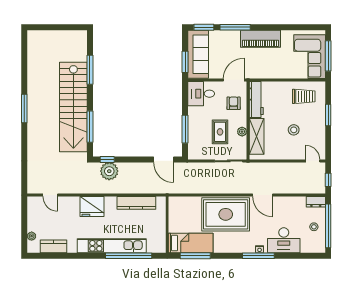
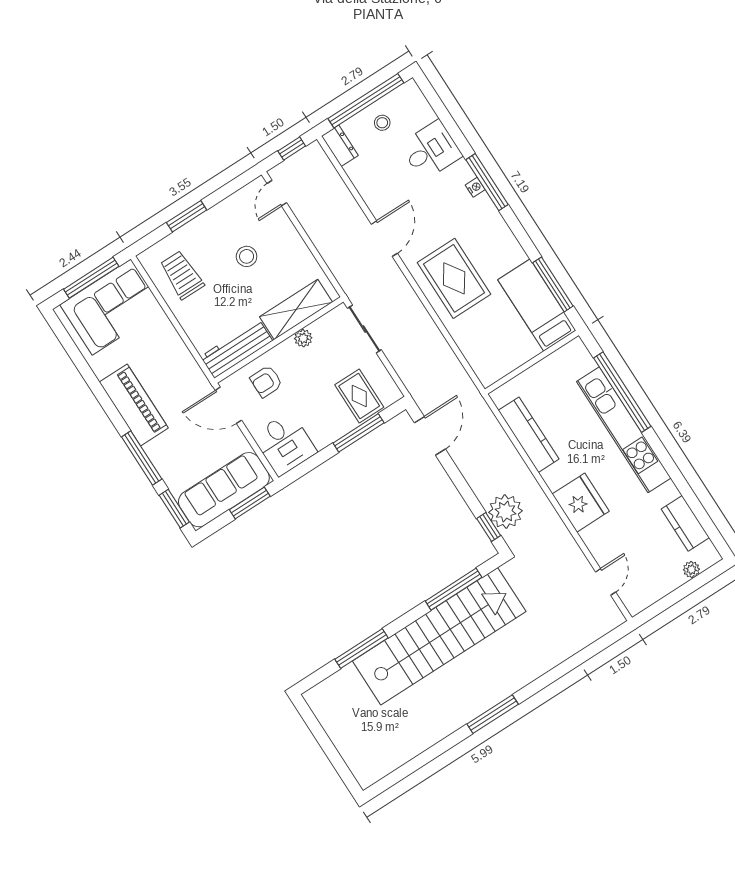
rug: (220, 132) -> (359, 396), moved, turned 90
rug: (226, 214) -> (454, 278), width x0.73, depth x0.69
desk: (284, 240) -> (431, 150), width x0.73

